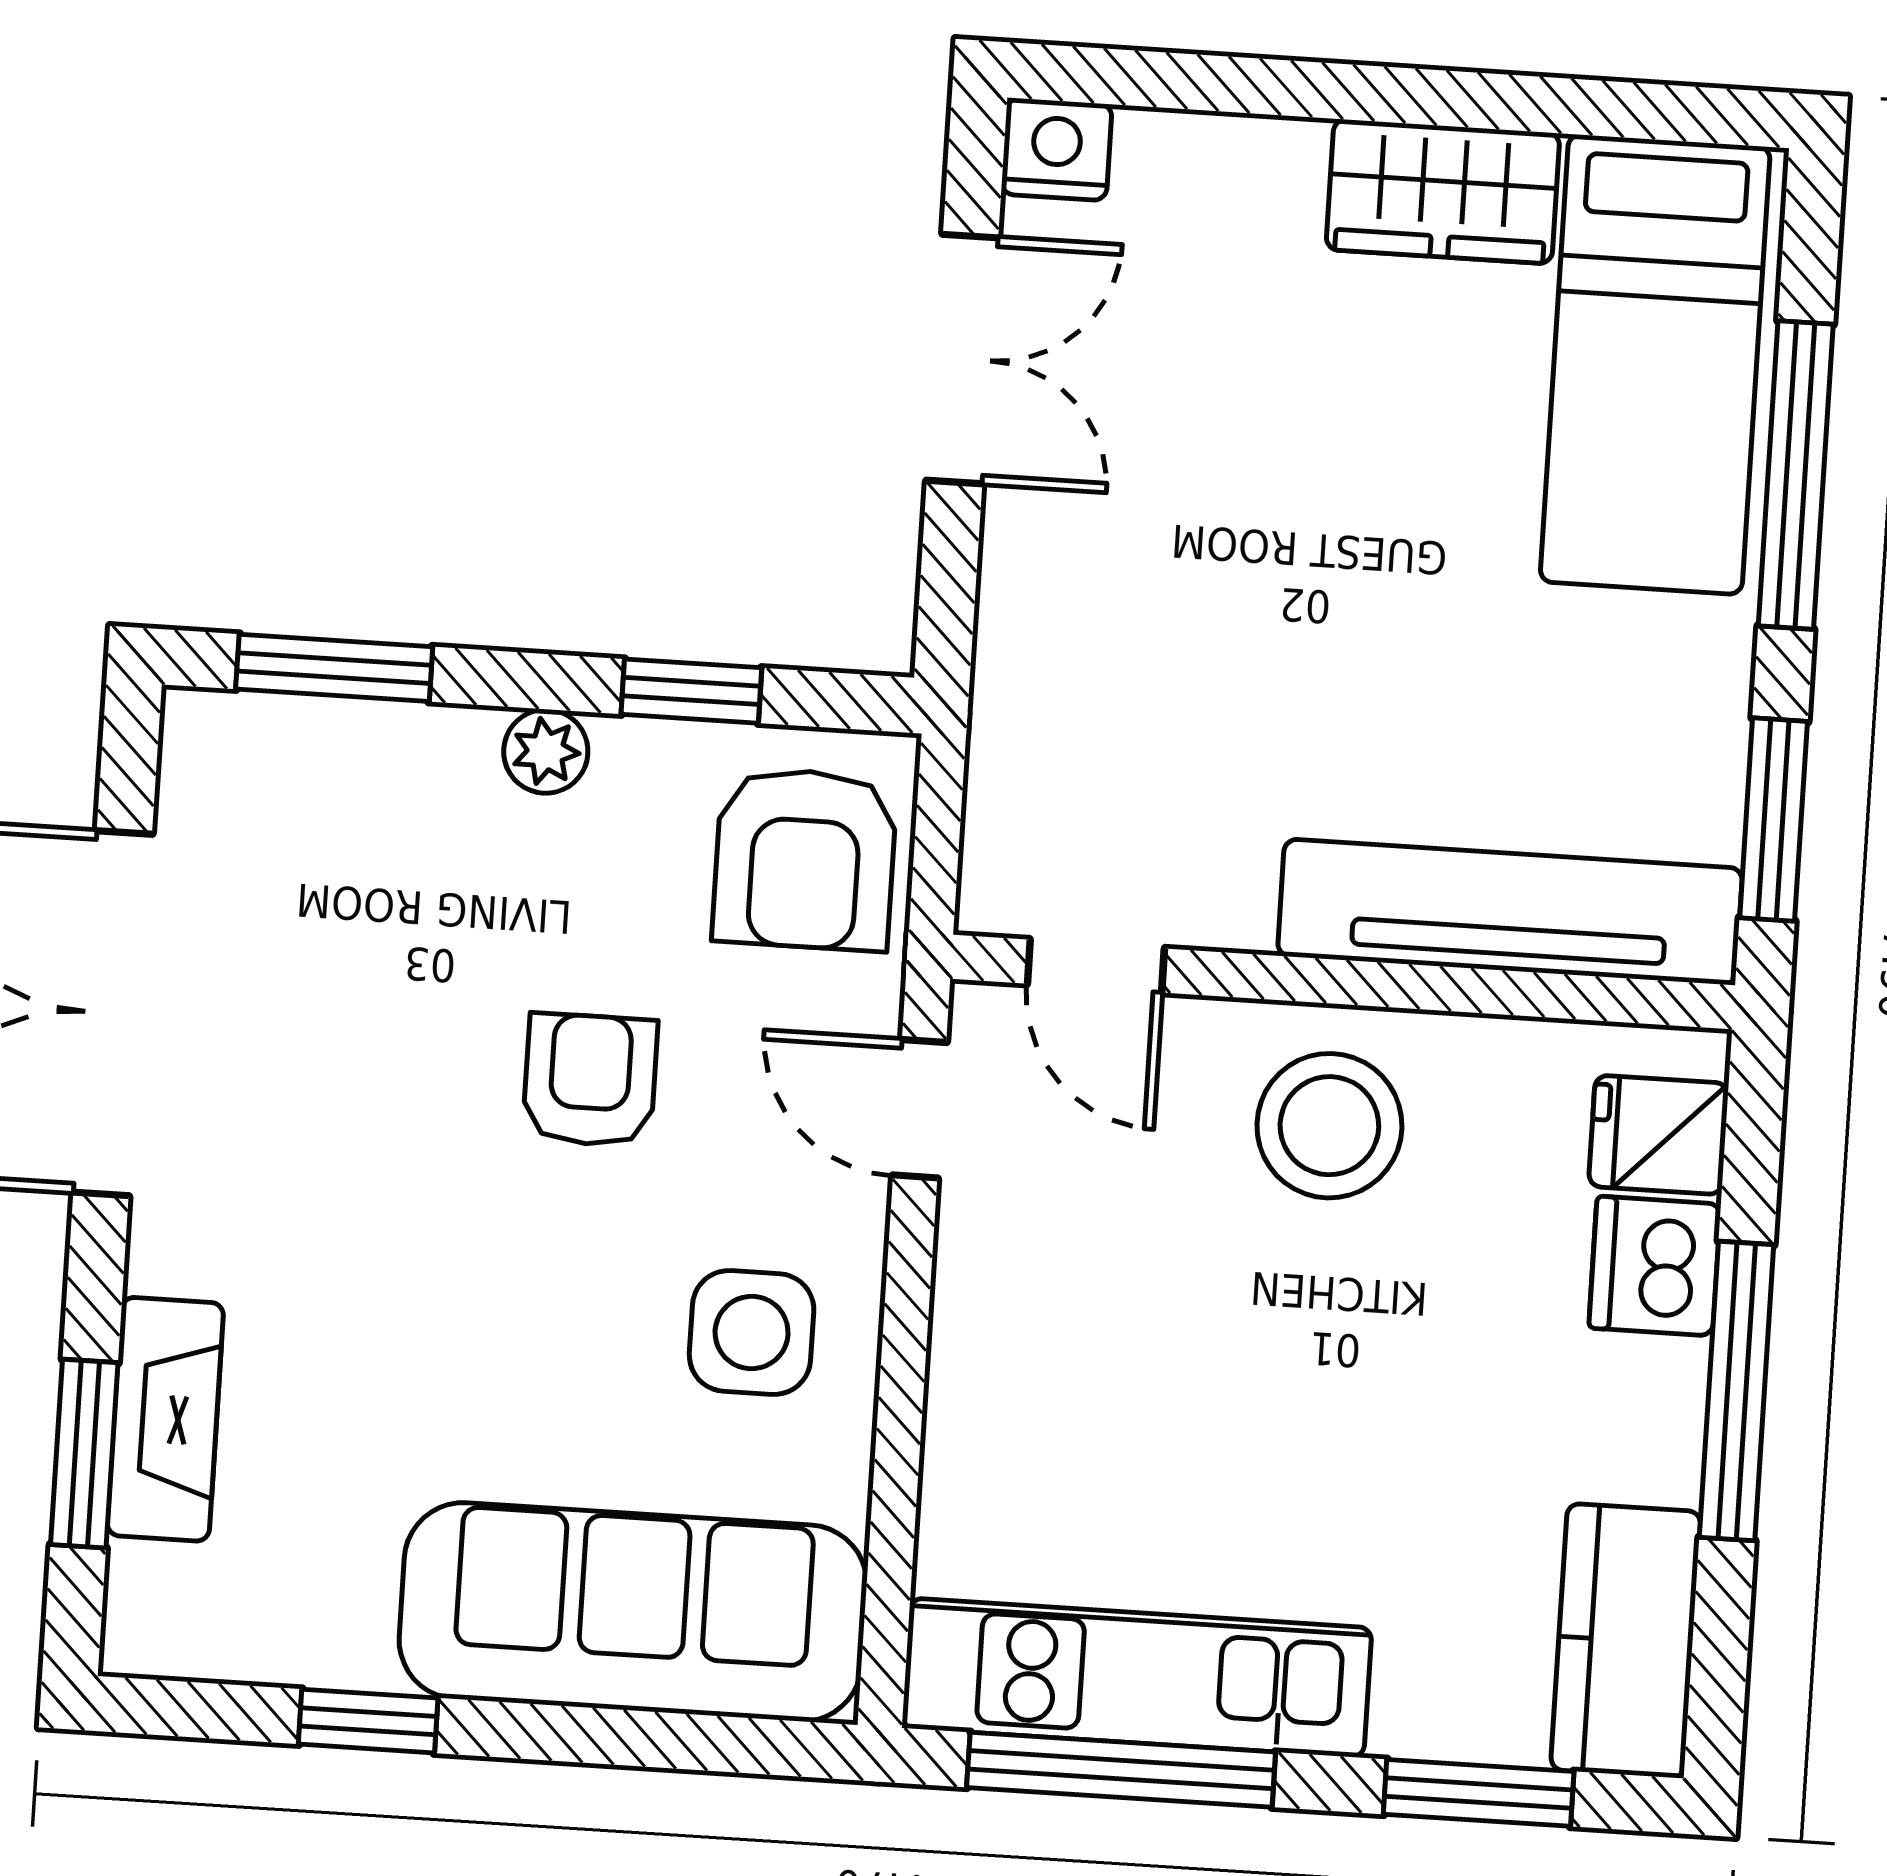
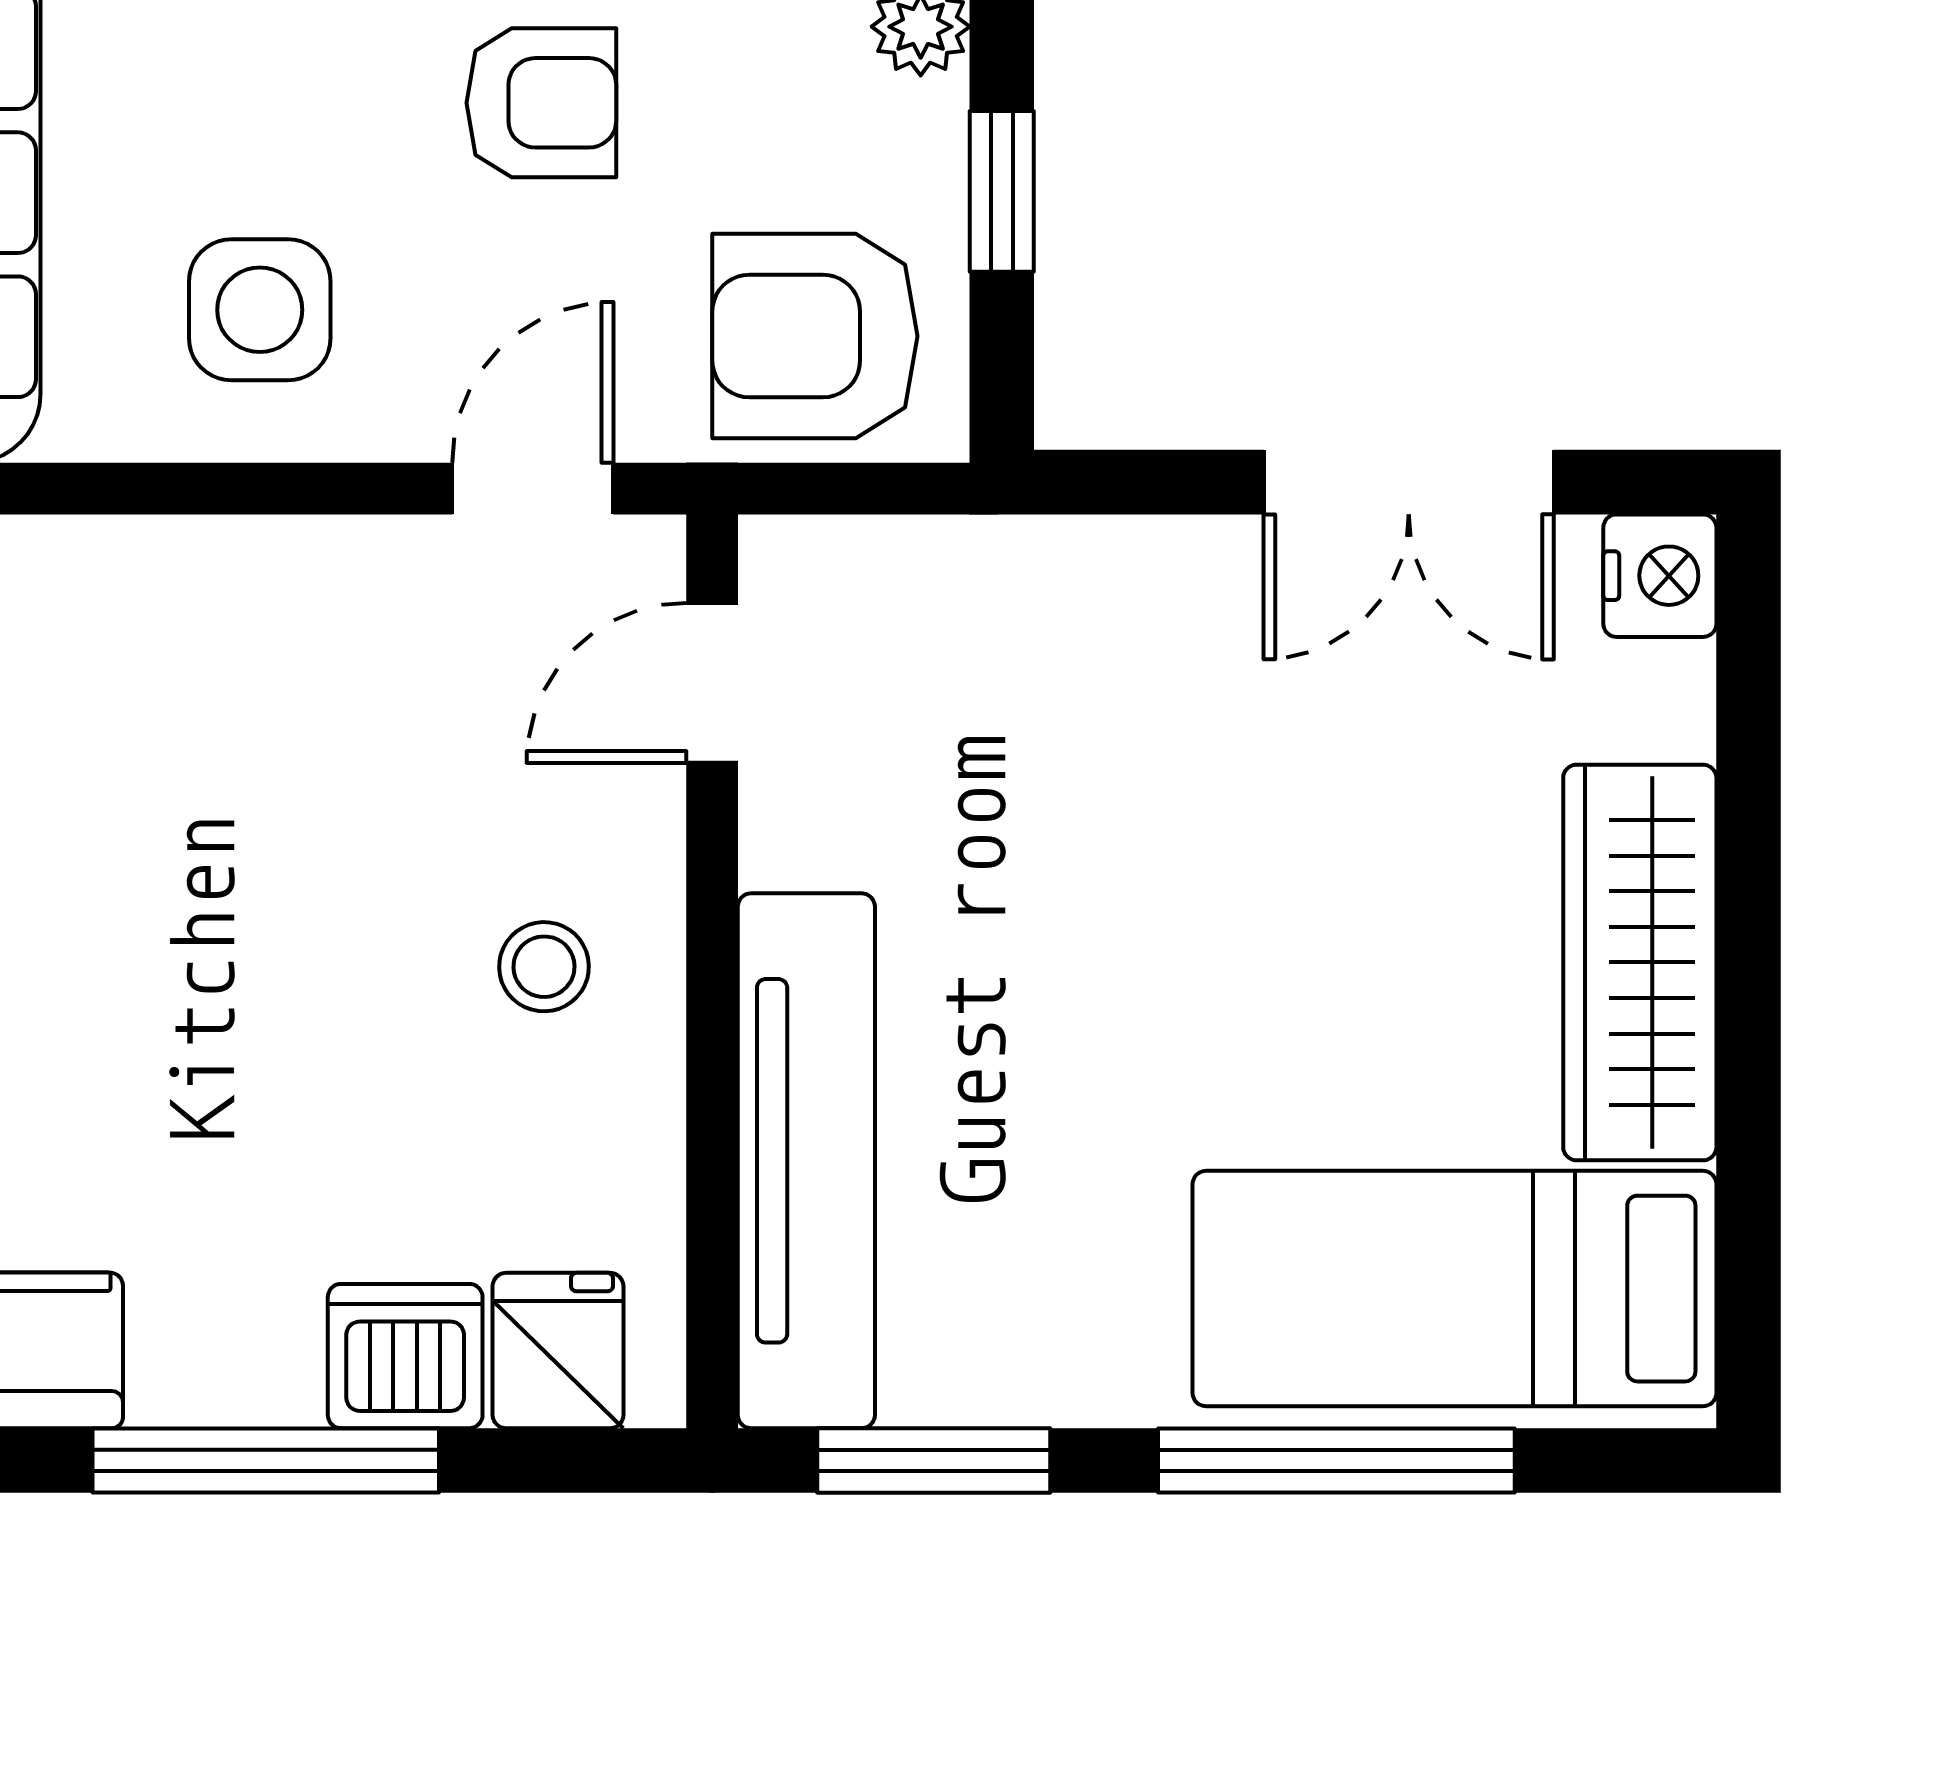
wardrobe: (1443, 191) -> (1640, 962), width x1.50
stool: (1329, 1126) -> (544, 967), width x0.53, depth x0.53

